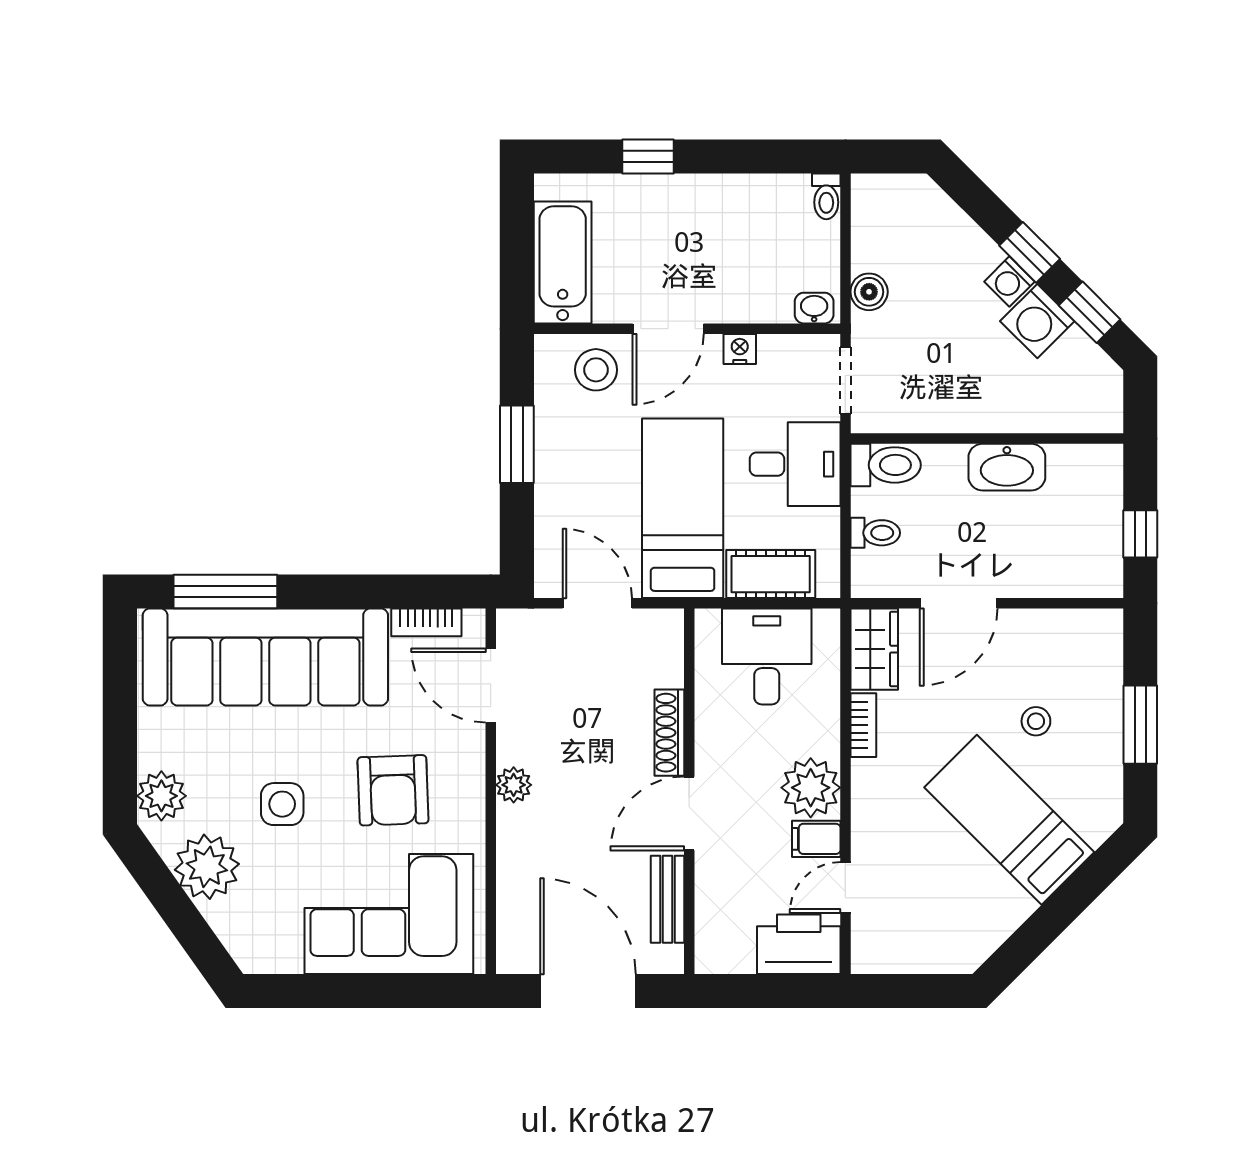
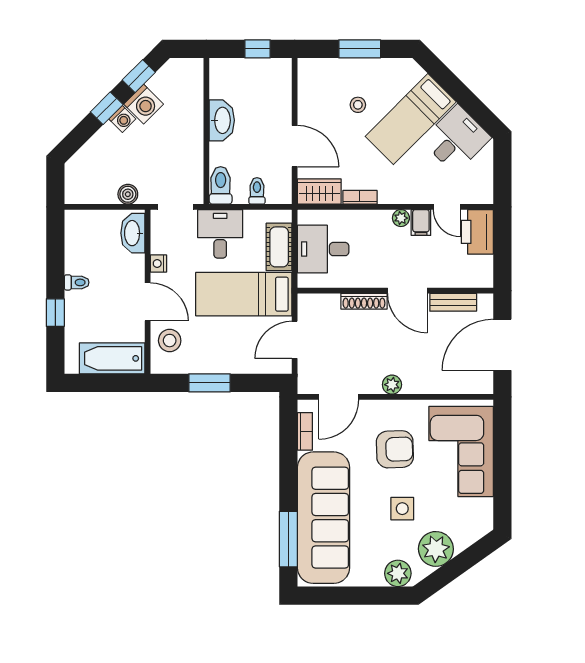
toilet: (826, 196) -> (77, 282), moved
washbasin: (814, 308) -> (133, 233), width x1.91, depth x1.45
plant: (811, 788) -> (401, 218), width x0.53, depth x0.53
desk: (972, 905) -> (456, 139), added

